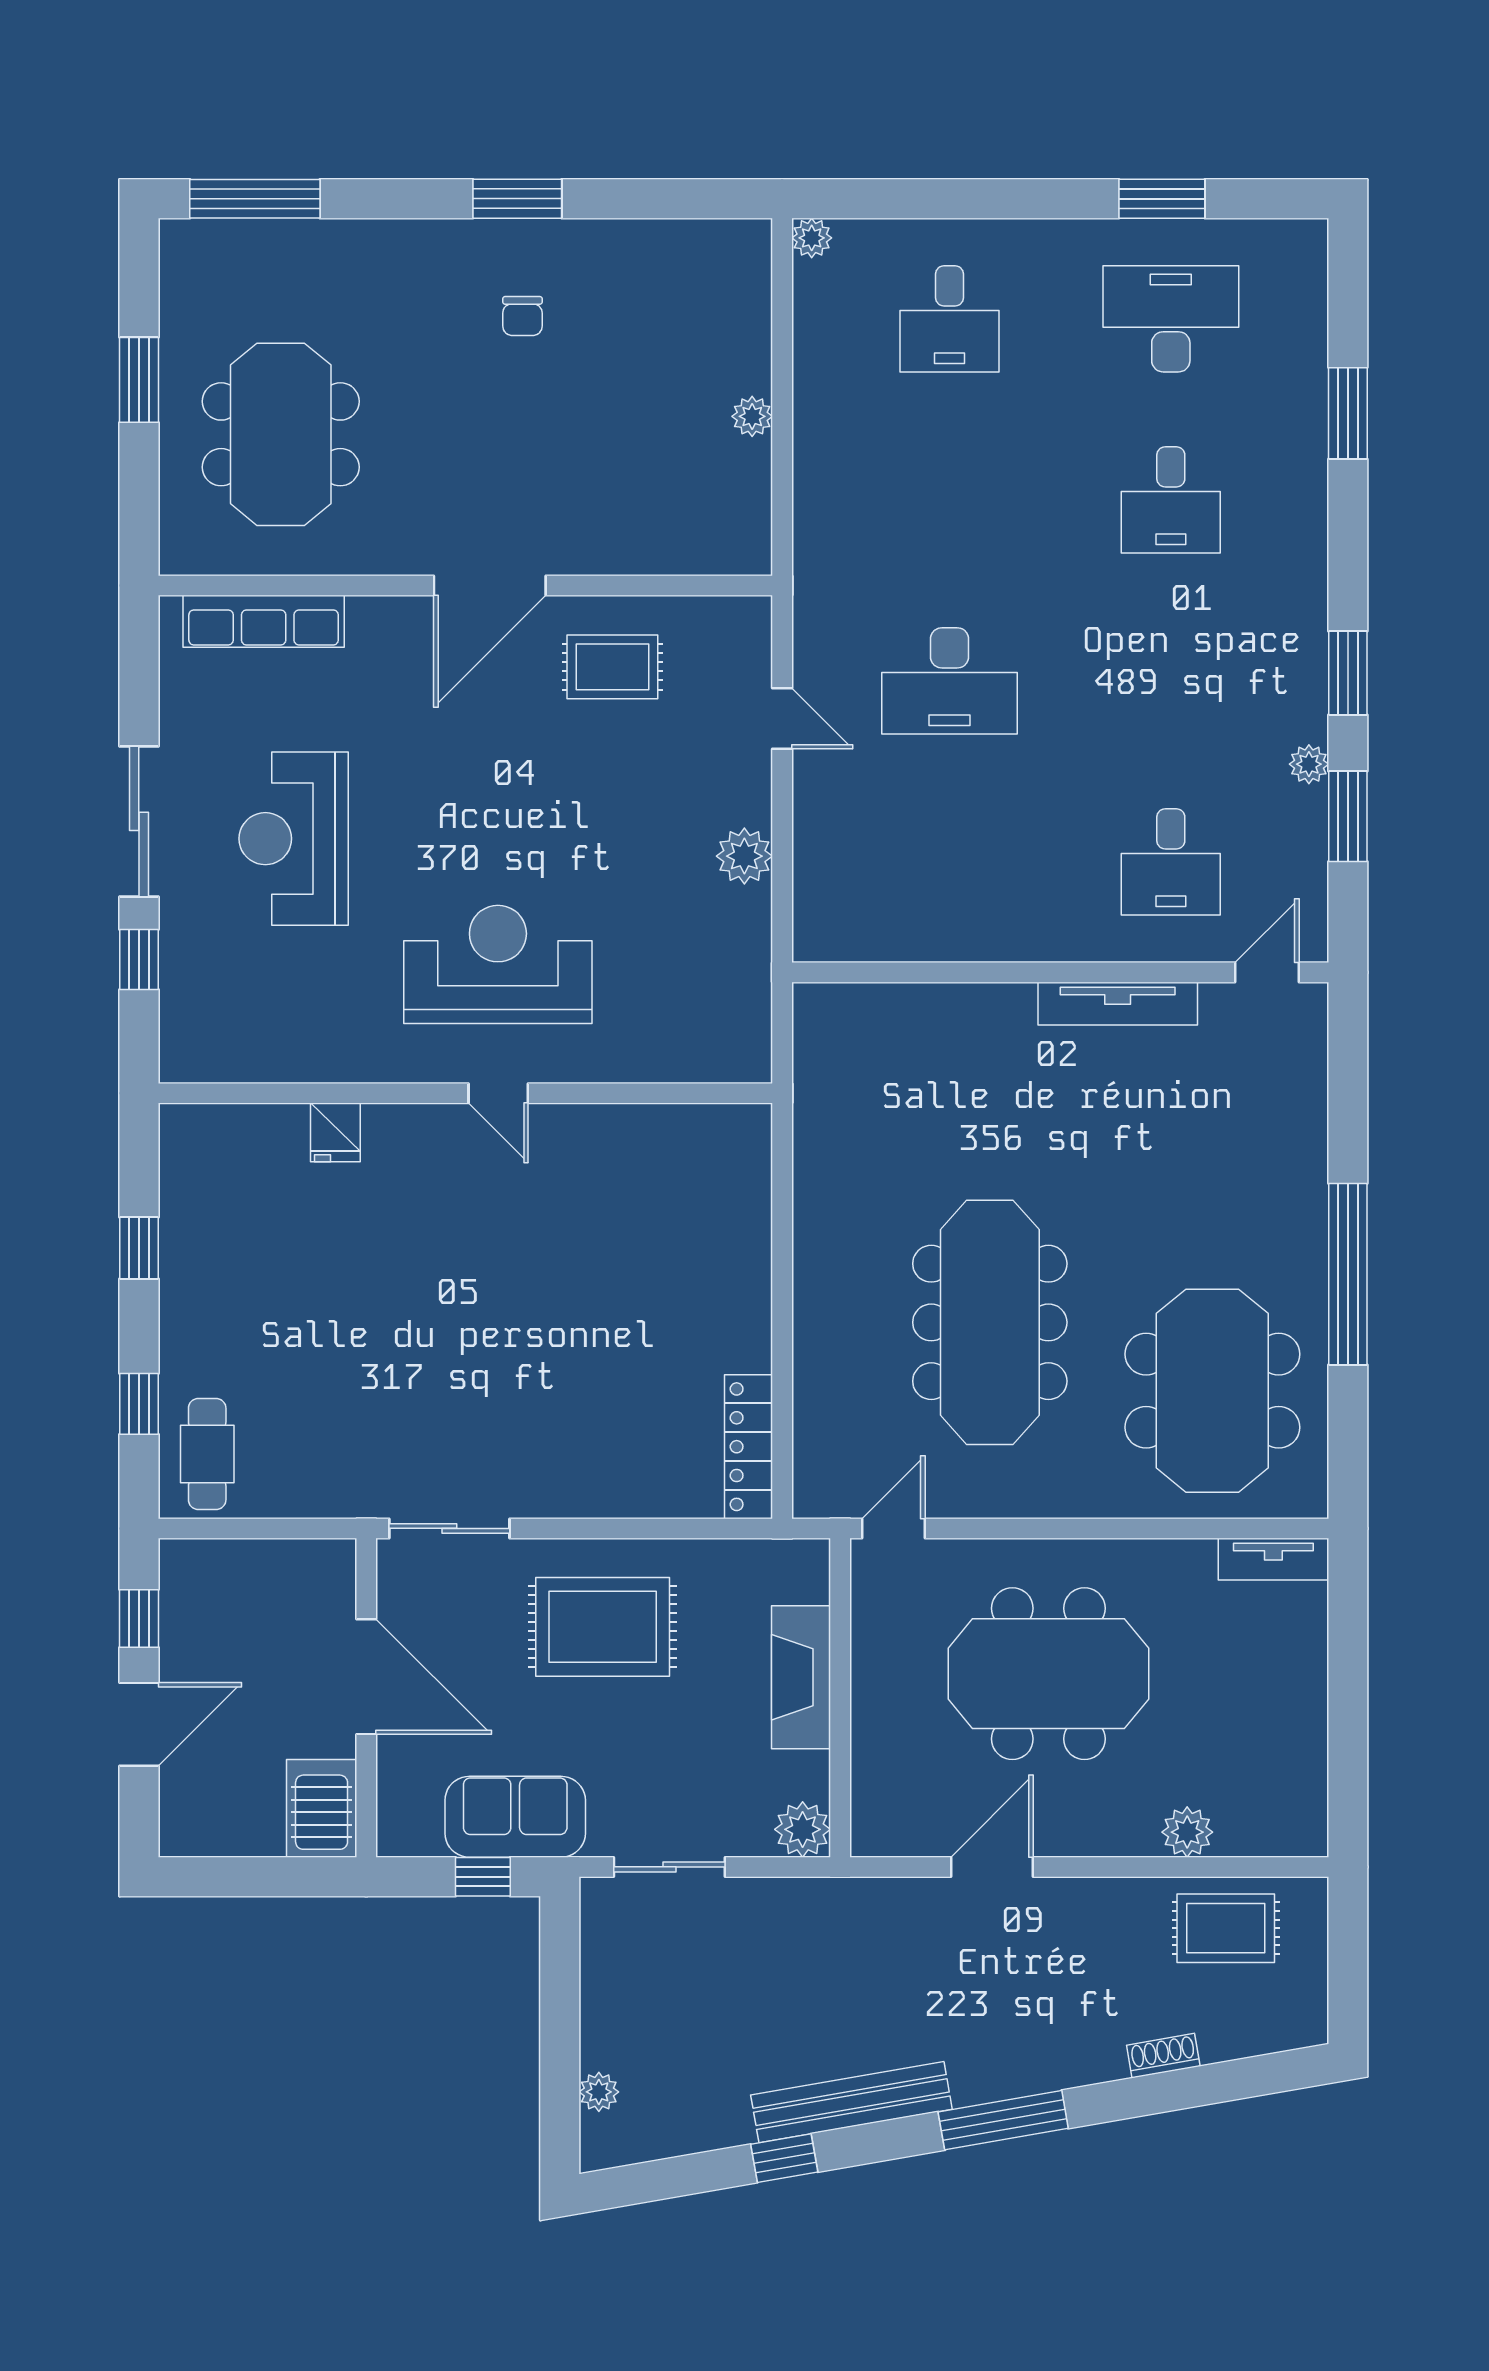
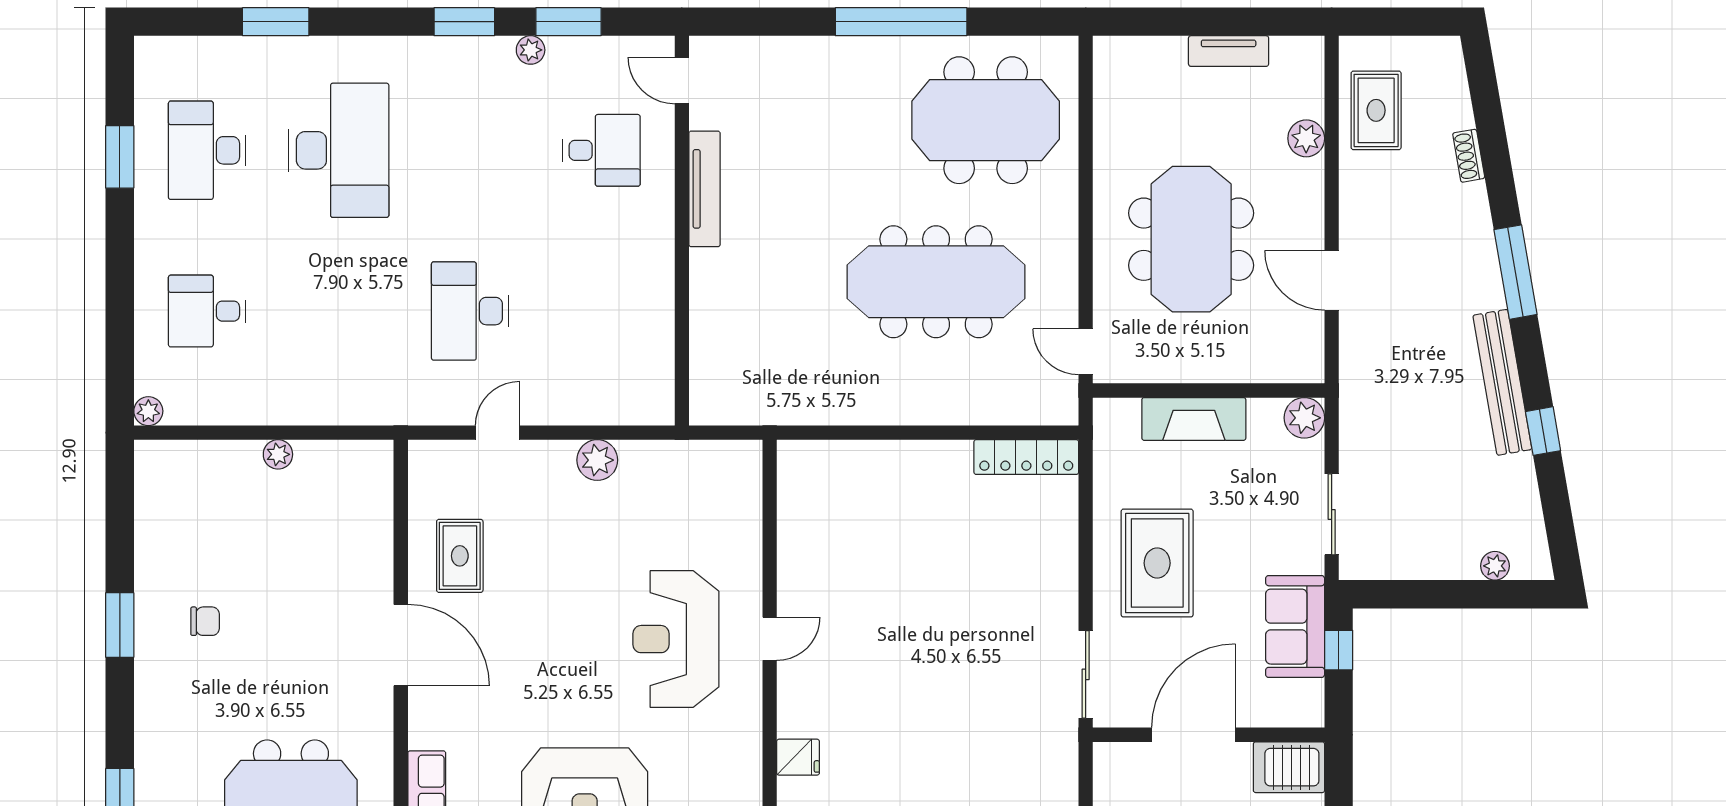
desk: (950, 319) -> (207, 311), turned 180
desk: (1171, 500) -> (339, 150), width x1.87, depth x1.30
desk: (950, 681) -> (470, 311), turned 180
tv unit: (1273, 1559) -> (1229, 51), moved, turned 90

